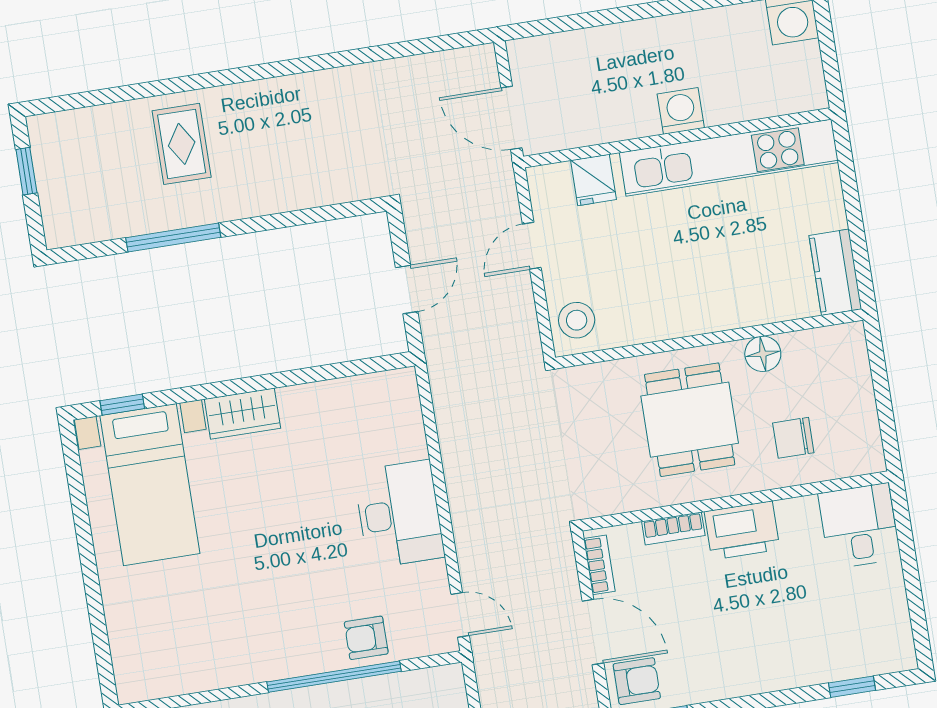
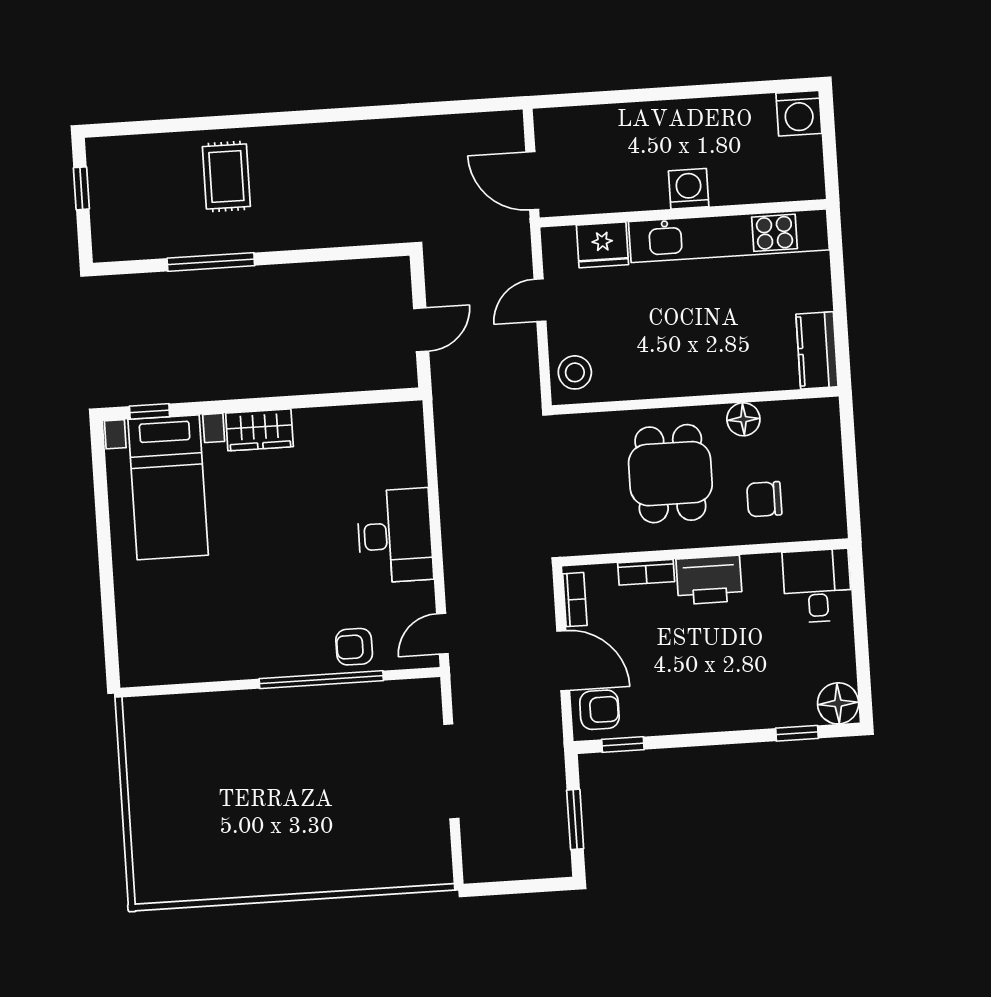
fridge: (594, 180) -> (602, 245), width x1.38
door: (460, 615) -> (442, 634), swing flipped
floor lamp: (893, 650) -> (838, 703), added

